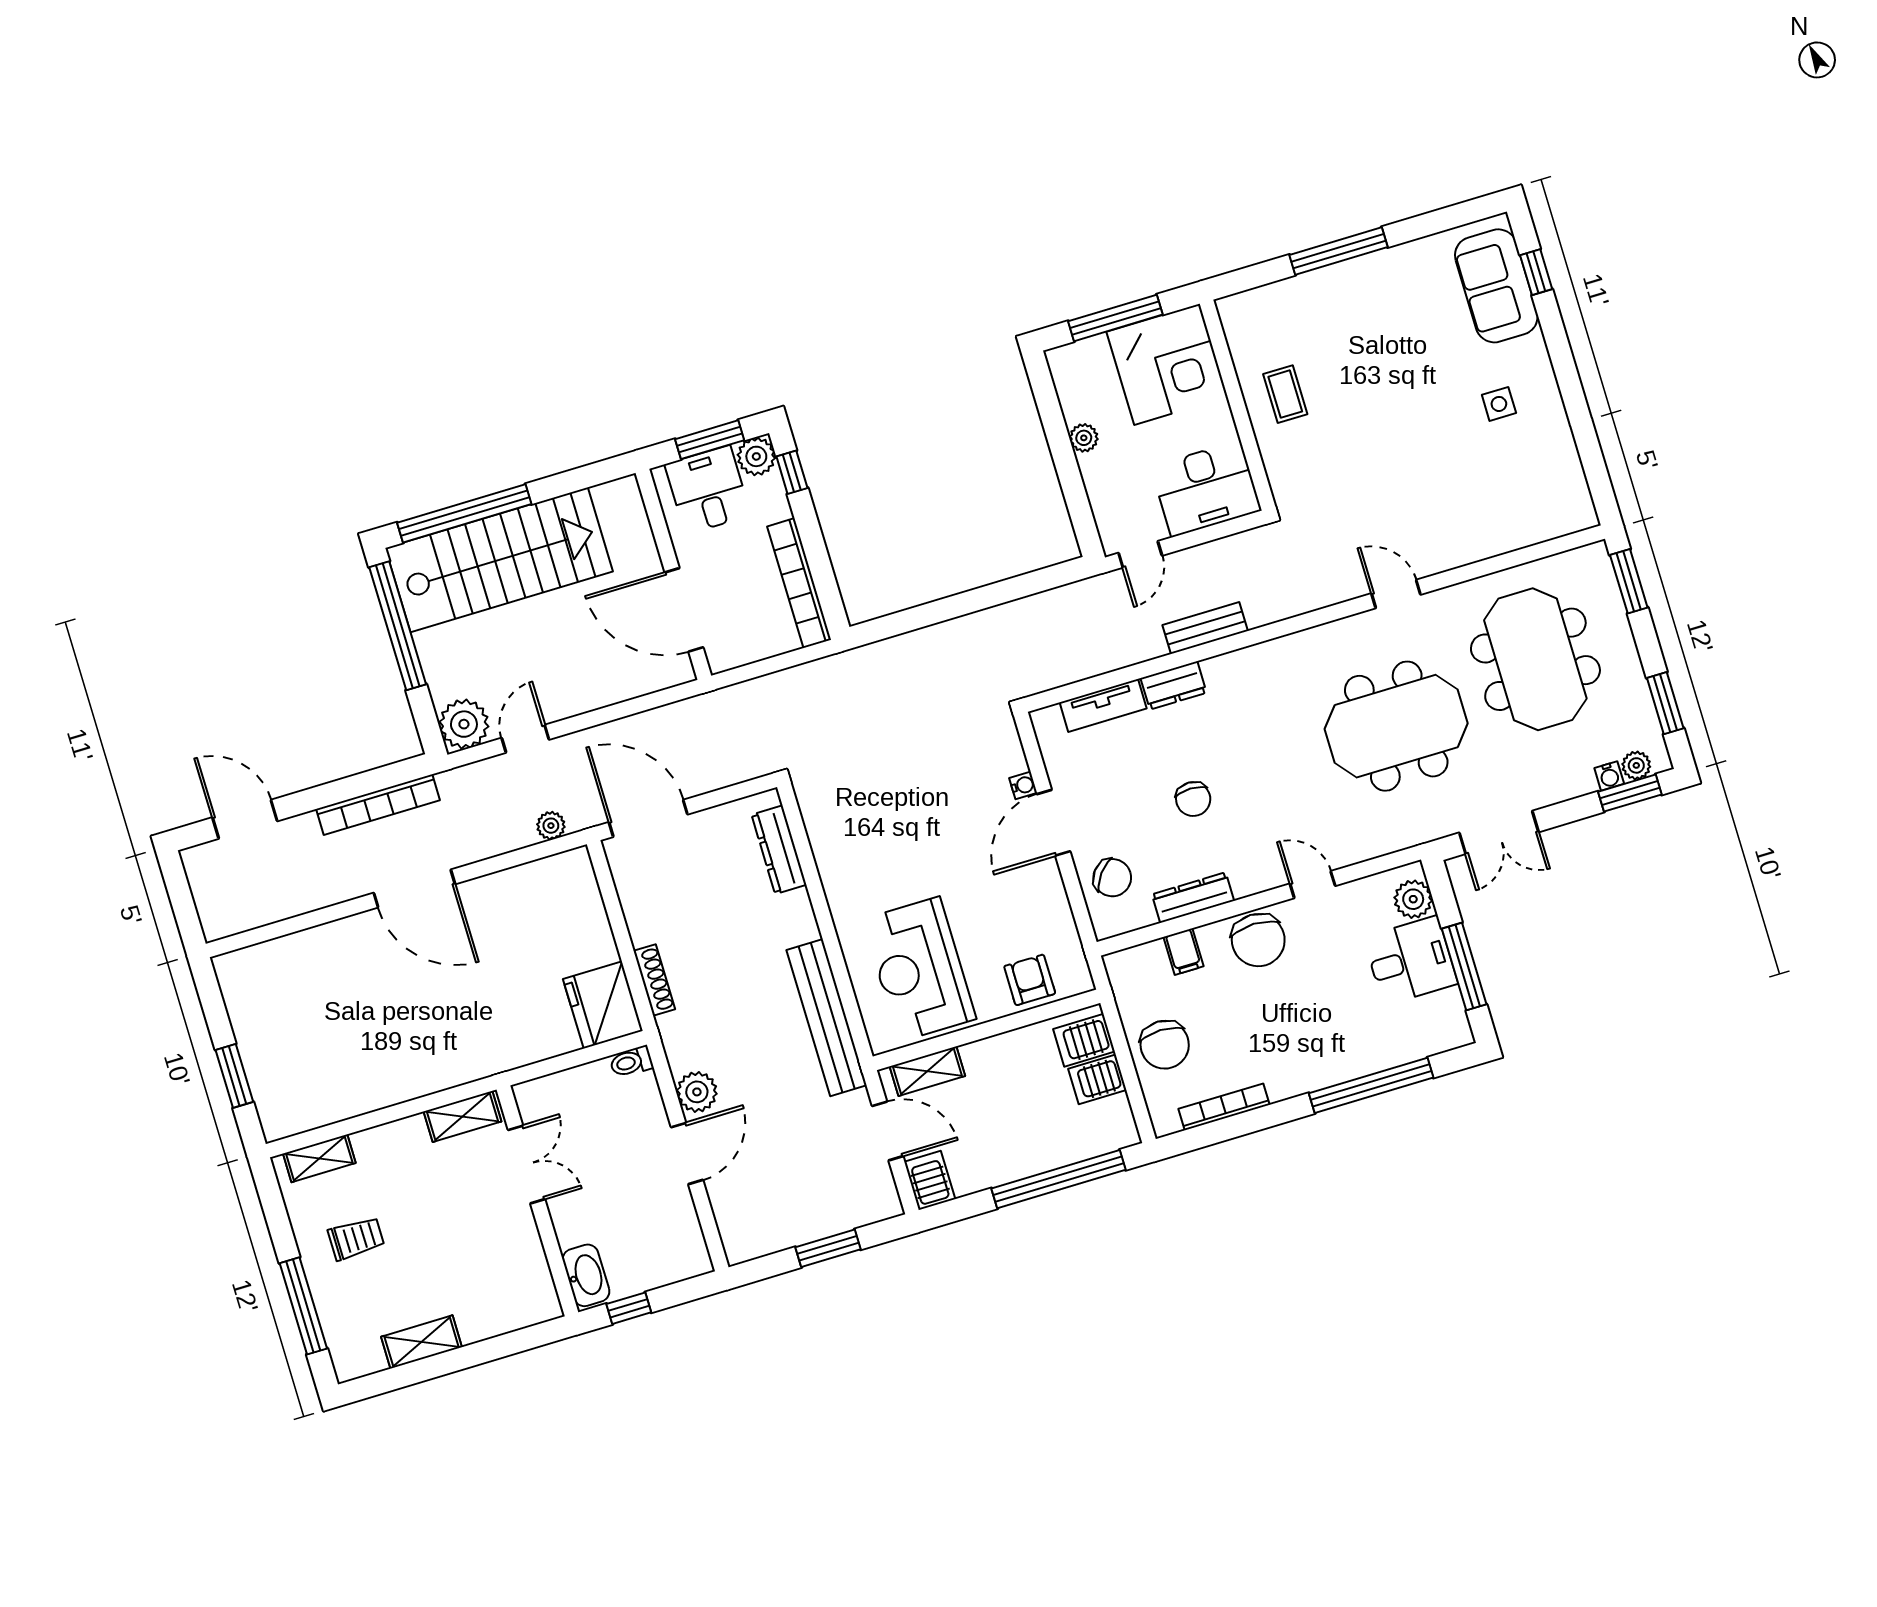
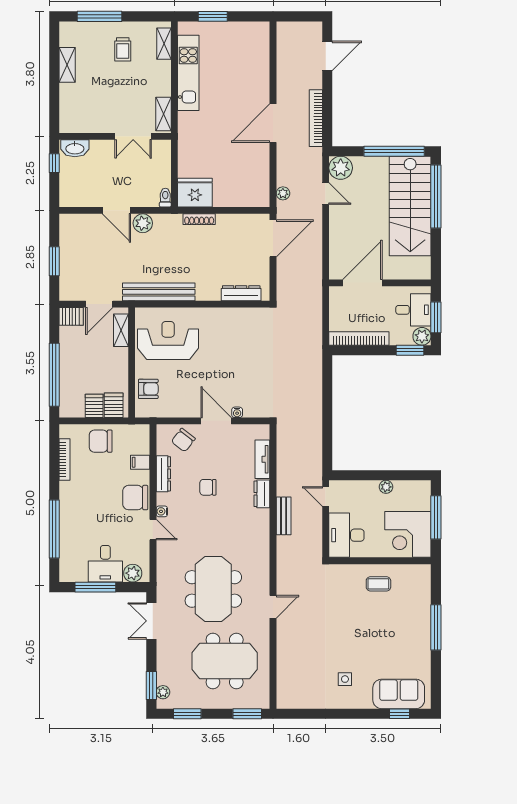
window: (792, 472) -> (410, 350), width x1.50
water cooler: (1609, 776) -> (162, 511), moved
door: (1313, 885) -> (153, 530), hinge flipped
kitchen unit: (364, 1091) -> (188, 73), added

